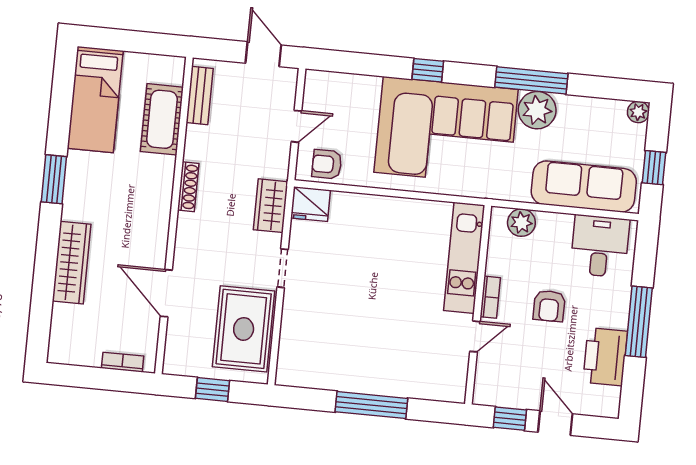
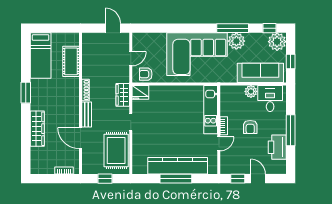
window: (428, 70) -> (270, 28), moved
bench: (200, 96) -> (87, 114), moved
plant: (638, 112) -> (277, 42), width x1.88, depth x1.88
plant: (521, 223) -> (251, 91), moved
kitchen counter: (378, 377) -> (178, 166), added

